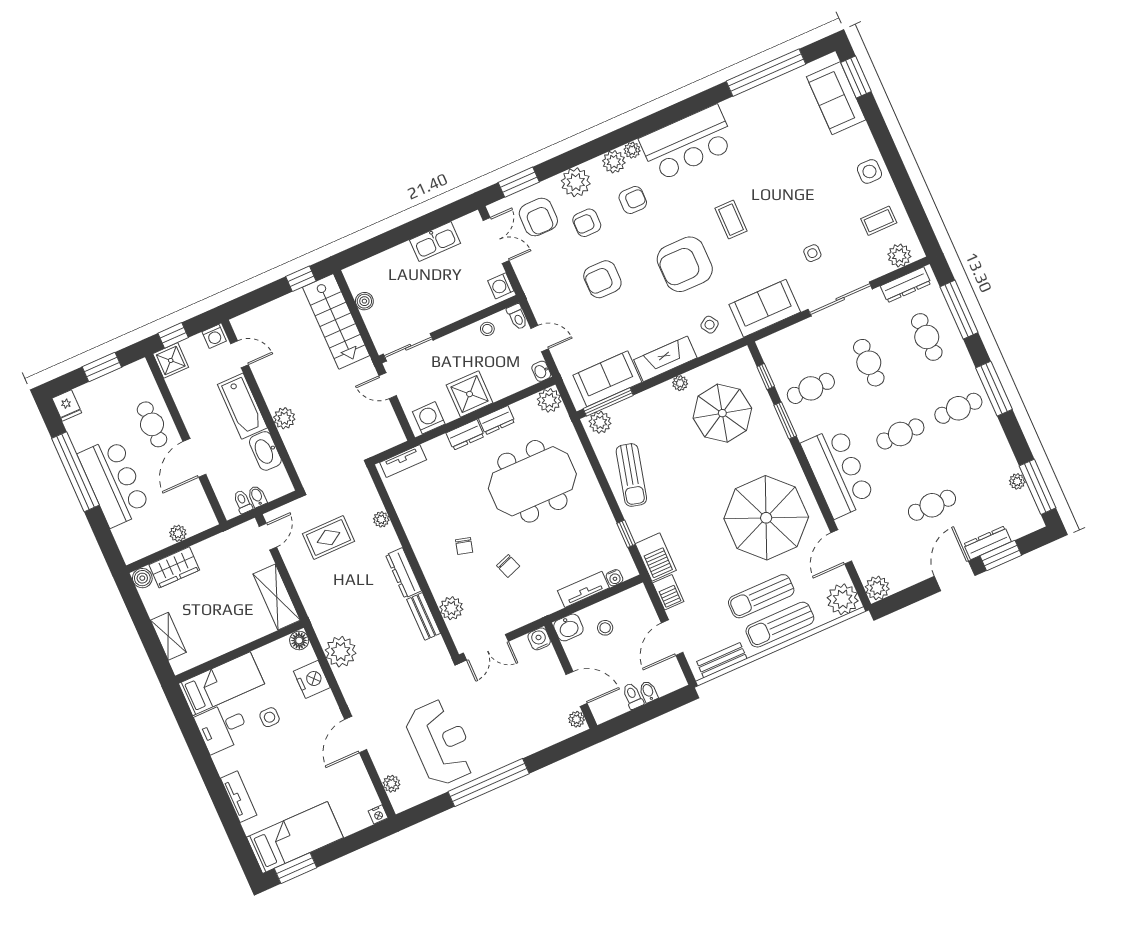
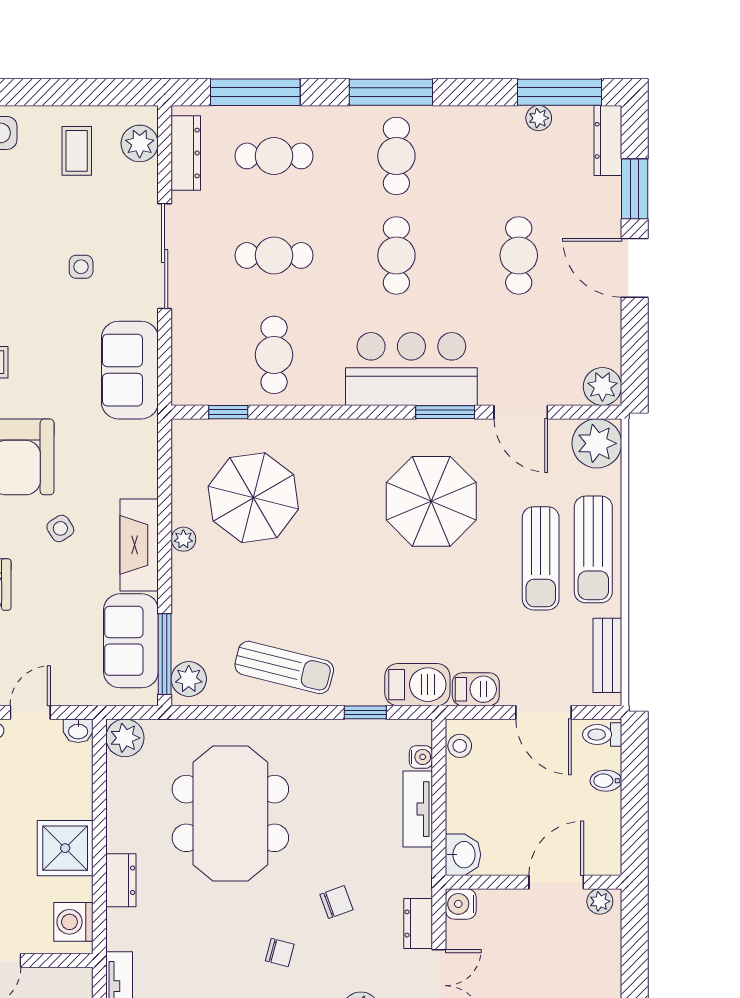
side table: (710, 325) -> (60, 528), moved
dresser: (497, 420) -> (418, 923), moved, turned 180
window: (785, 420) -> (445, 412), moved
parasol: (766, 518) -> (431, 501), width x0.73, depth x0.73
dresser: (987, 543) -> (608, 140), moved
stool: (605, 628) -> (460, 746), moved
toilet: (633, 696) -> (602, 735), moved

